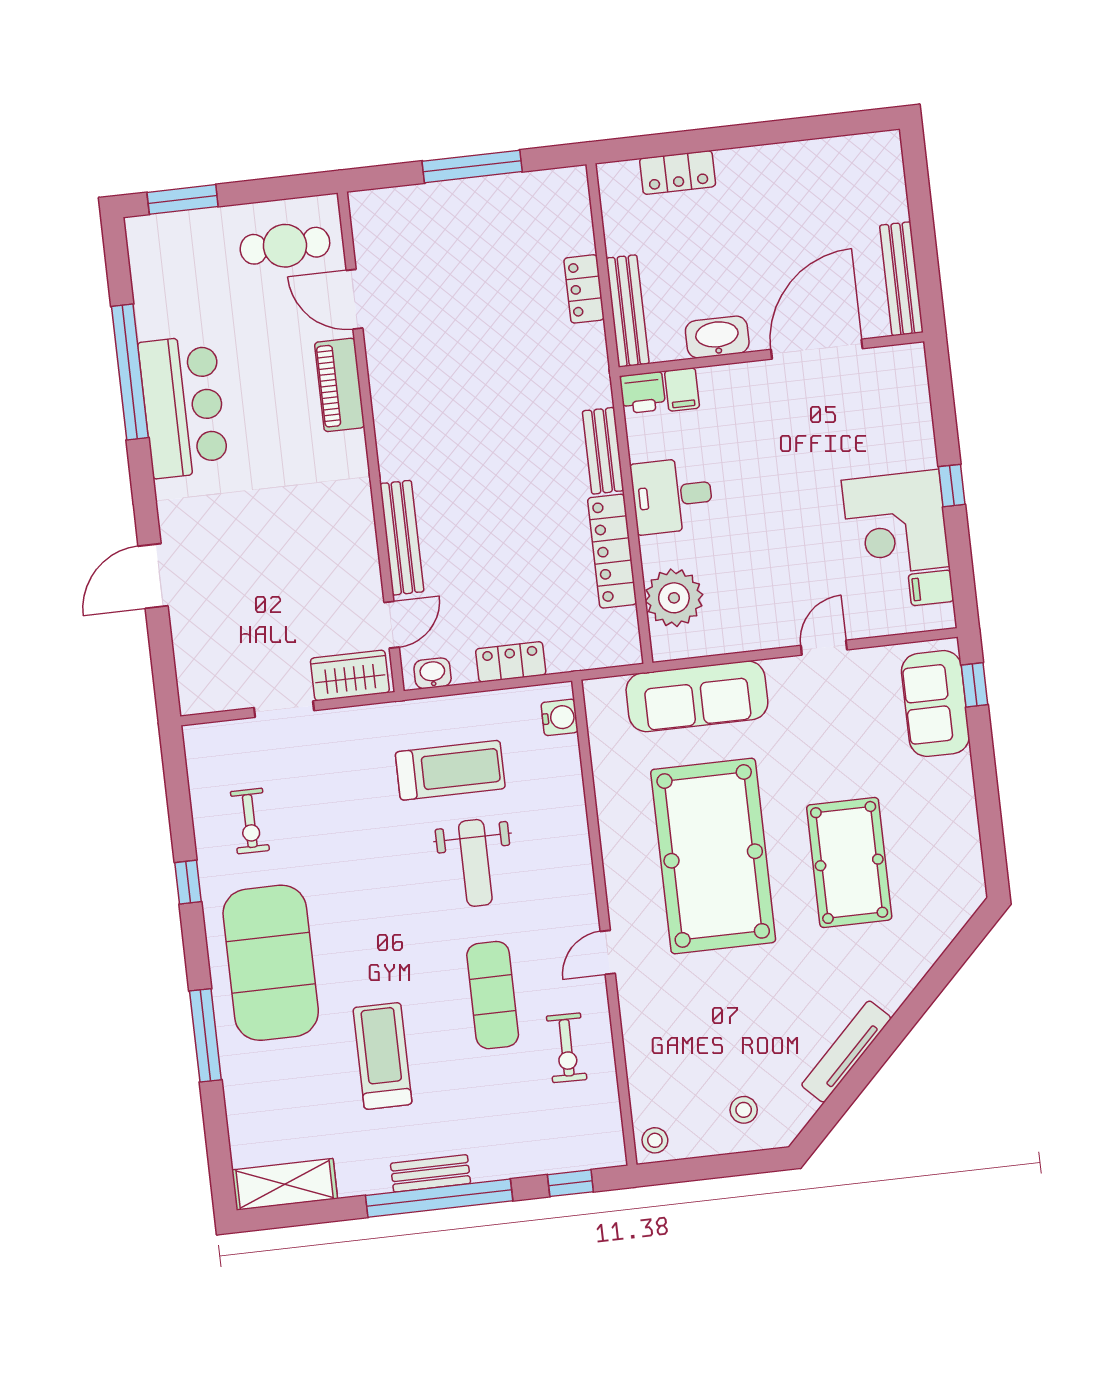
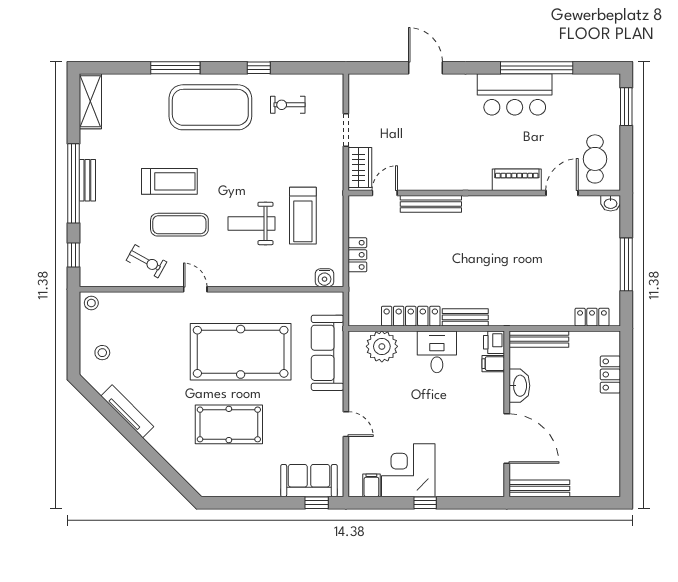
locker: (584, 289) -> (592, 317), moved
door: (392, 625) -> (385, 193), swing flipped
washbasin: (433, 673) -> (611, 203), moved, turned 90
exercise bike: (567, 1048) -> (146, 261), turned -152
treadmill: (382, 1056) -> (169, 181), moved

